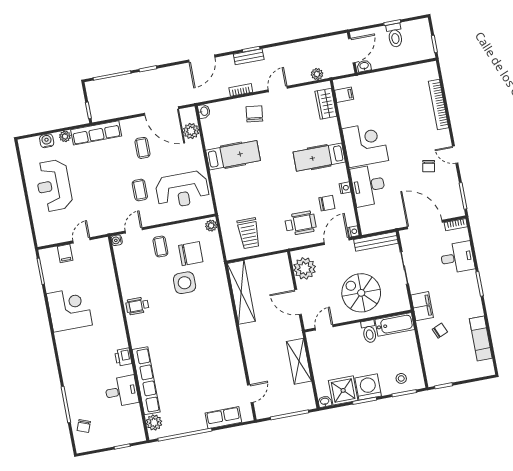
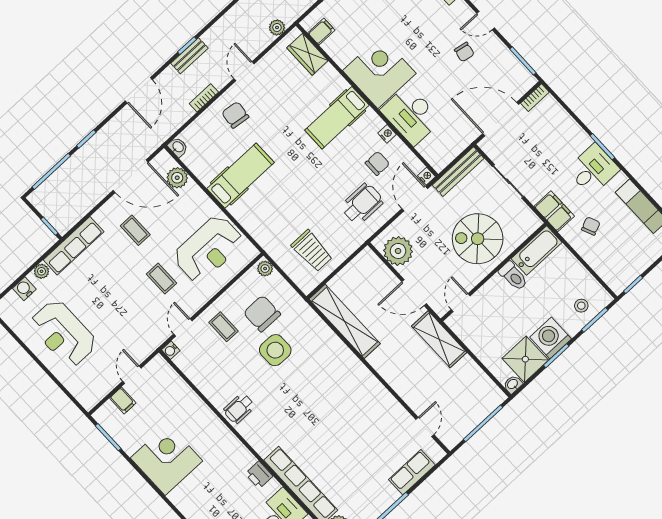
chair: (191, 254) -> (262, 314), turned -90
desk: (457, 257) -> (593, 169), moved
shelving: (299, 361) -> (439, 339), moved

